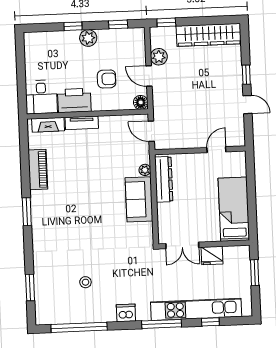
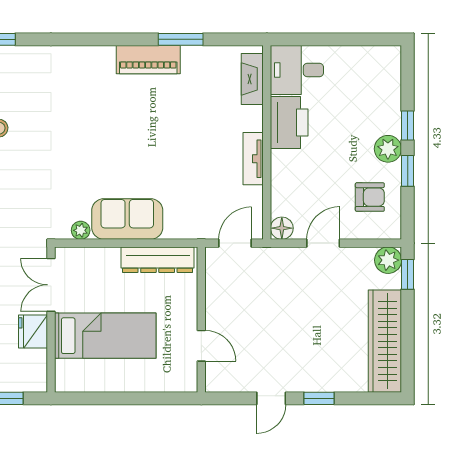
window: (118, 24) -> (408, 171), moved
plant: (159, 57) -> (388, 260), moved
armchair: (107, 79) -> (370, 197), moved, turned -90
tv unit: (82, 123) -> (253, 159), moved
piano: (38, 170) -> (148, 60), moved
plant: (145, 170) -> (81, 230), moved
bed: (234, 209) -> (105, 336), moved
window: (27, 212) -> (181, 39), moved

